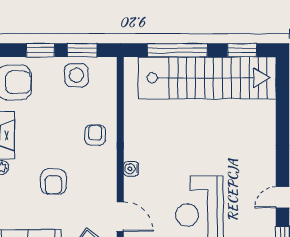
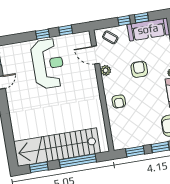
side table: (76, 75) -> (136, 136), removed
water cooler: (131, 169) -> (94, 85), removed
plant: (108, 189) -> (106, 70), added

